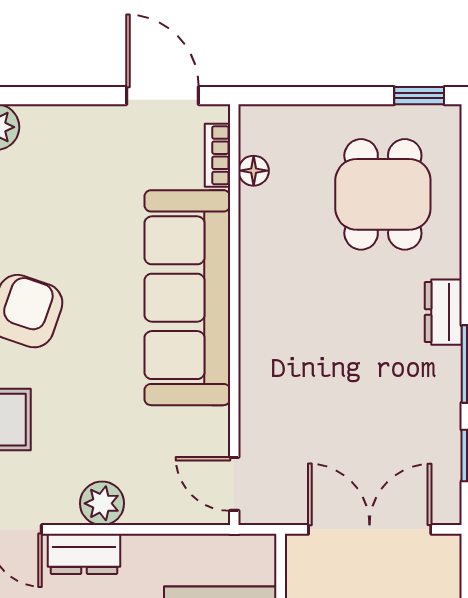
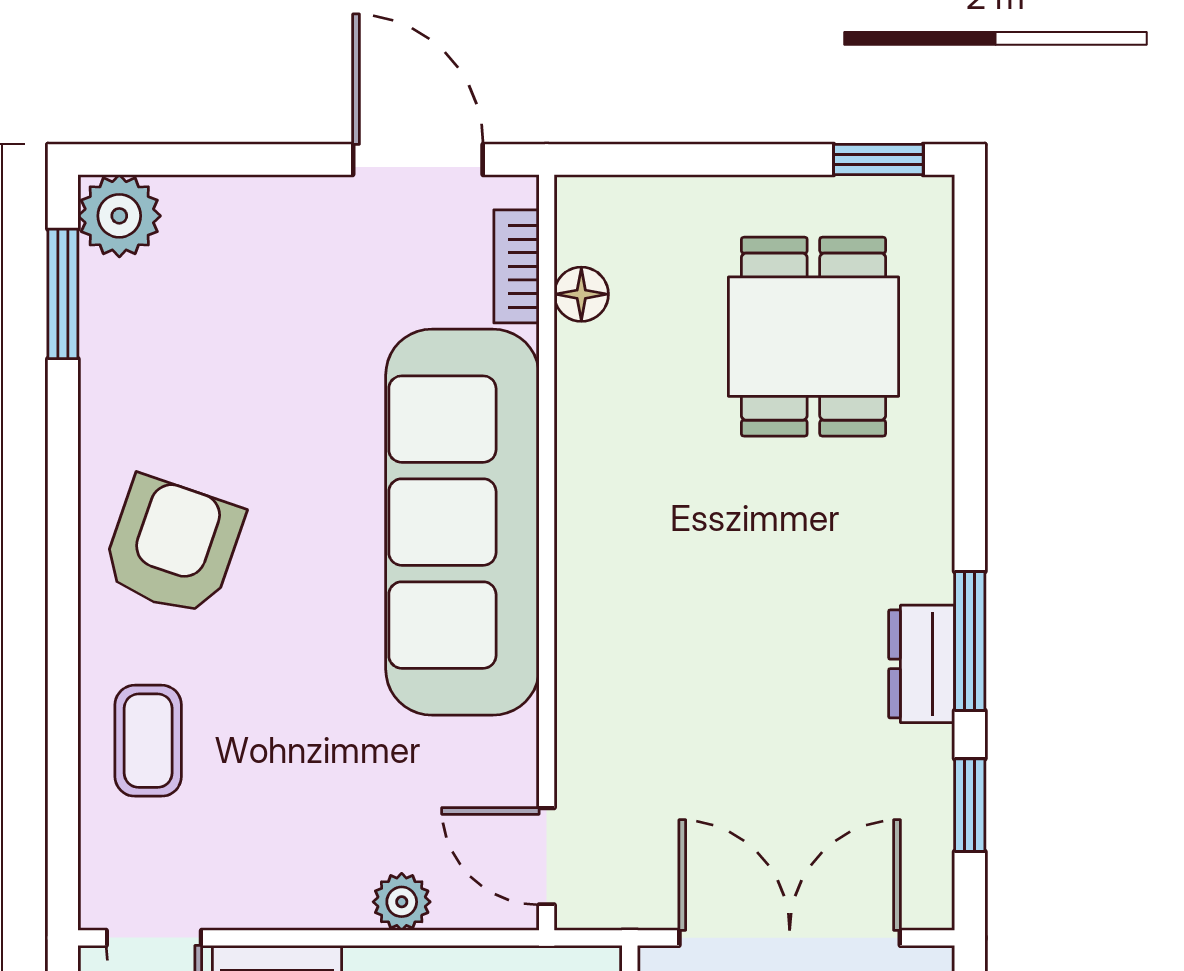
dresser: (443, 312) -> (922, 664), moved
plant: (102, 503) -> (402, 902), moved, width x0.73, depth x0.73

